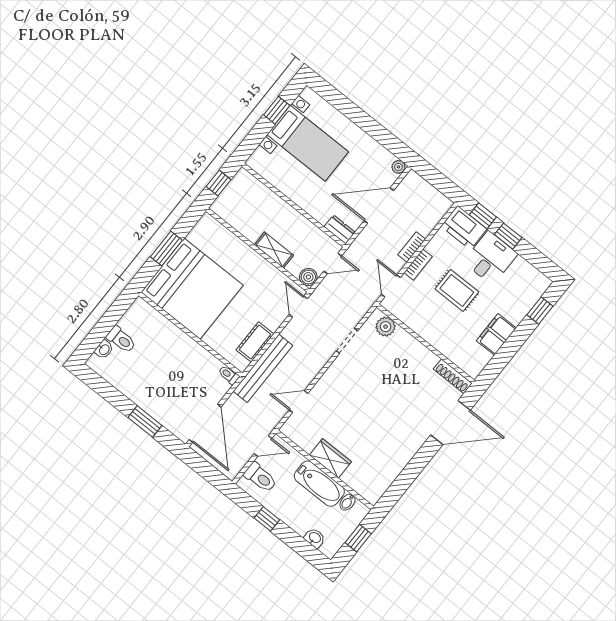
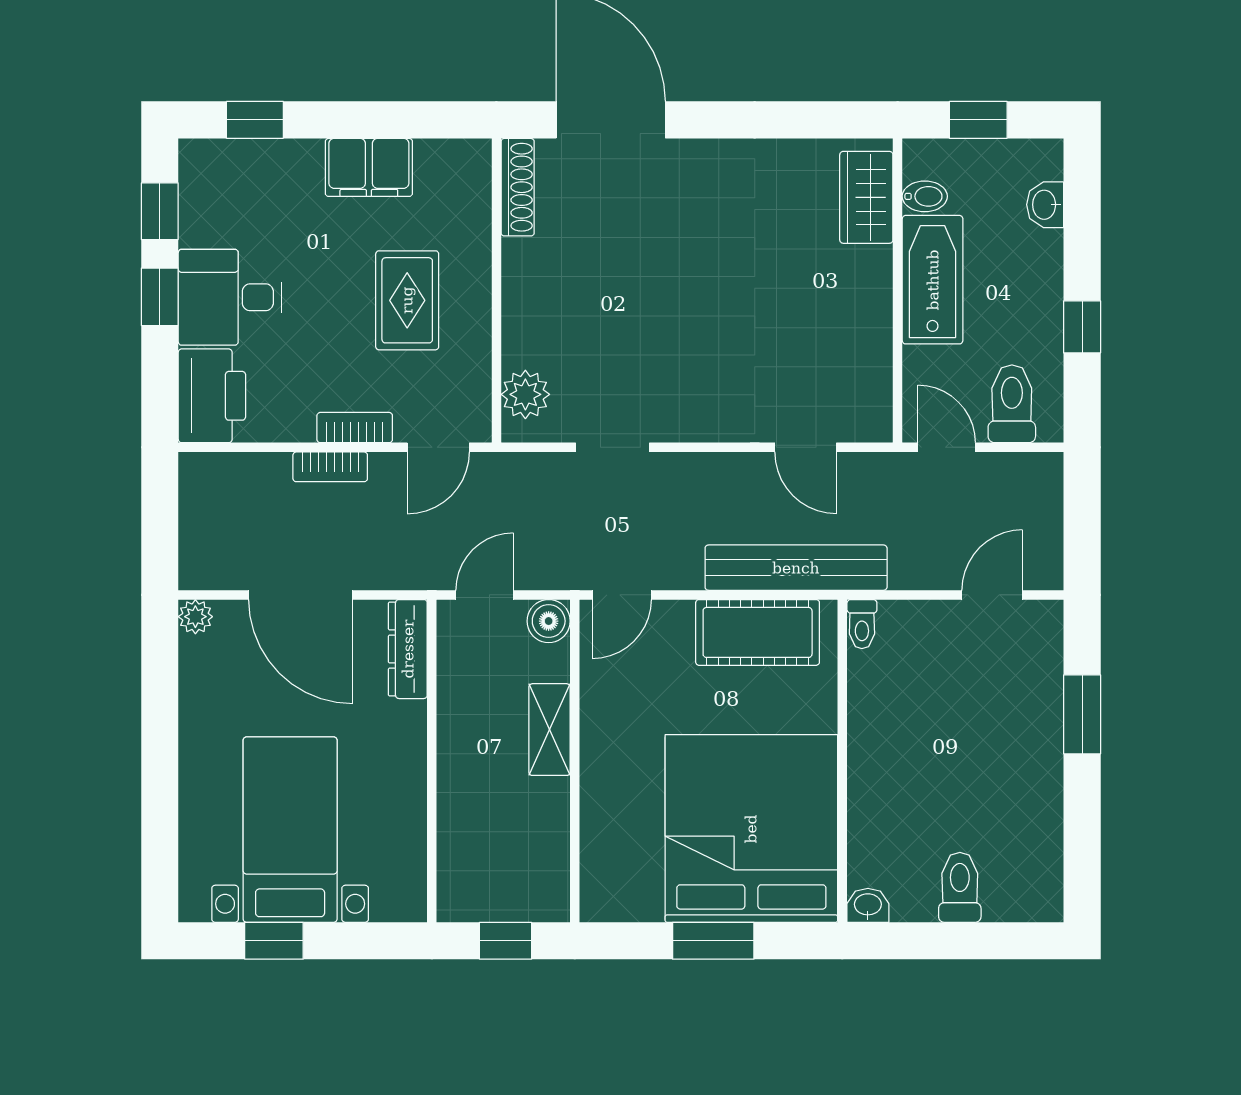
window: (483, 216) -> (160, 211), moved
dresser: (340, 229) -> (408, 649), width x1.44
door: (333, 263) -> (485, 595), hinge flipped
rug: (457, 290) -> (407, 300), moved
cot: (255, 342) -> (758, 632), width x1.37, depth x1.34
washbasin: (104, 349) -> (868, 905), moved
door: (205, 423) -> (992, 595), width x0.53
wardrobe: (330, 458) -> (866, 197), moved

